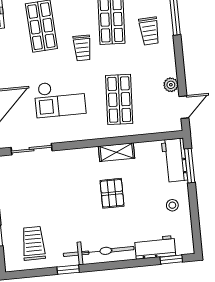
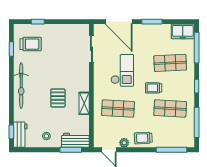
trolley: (149, 31) -> (143, 138), moved
checkout: (60, 99) -> (122, 70), turned 180
pallet: (112, 193) -> (58, 98), turned 90
workbench: (155, 247) -> (20, 135), moved
window: (68, 270) -> (11, 49), moved

